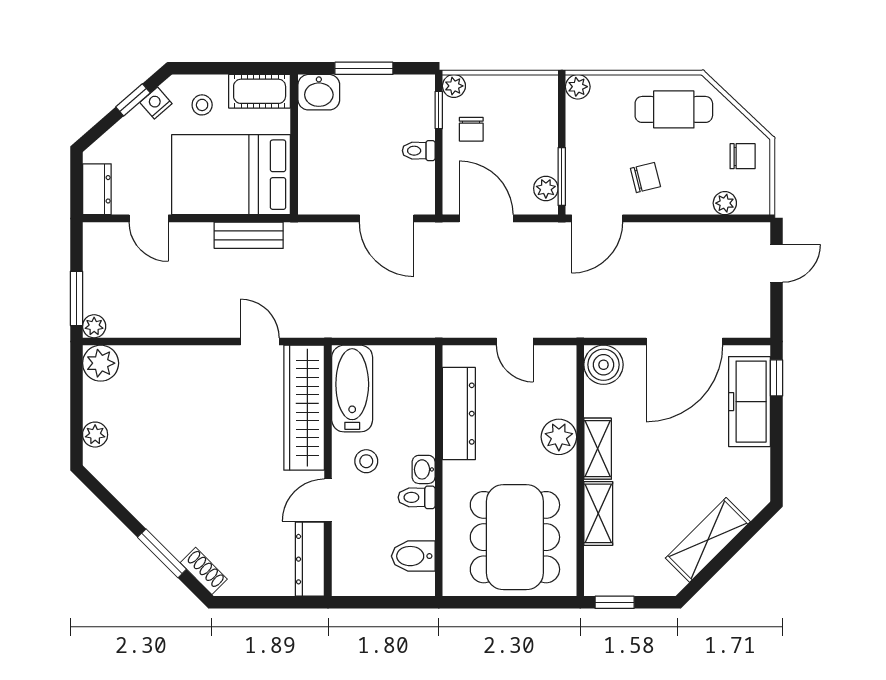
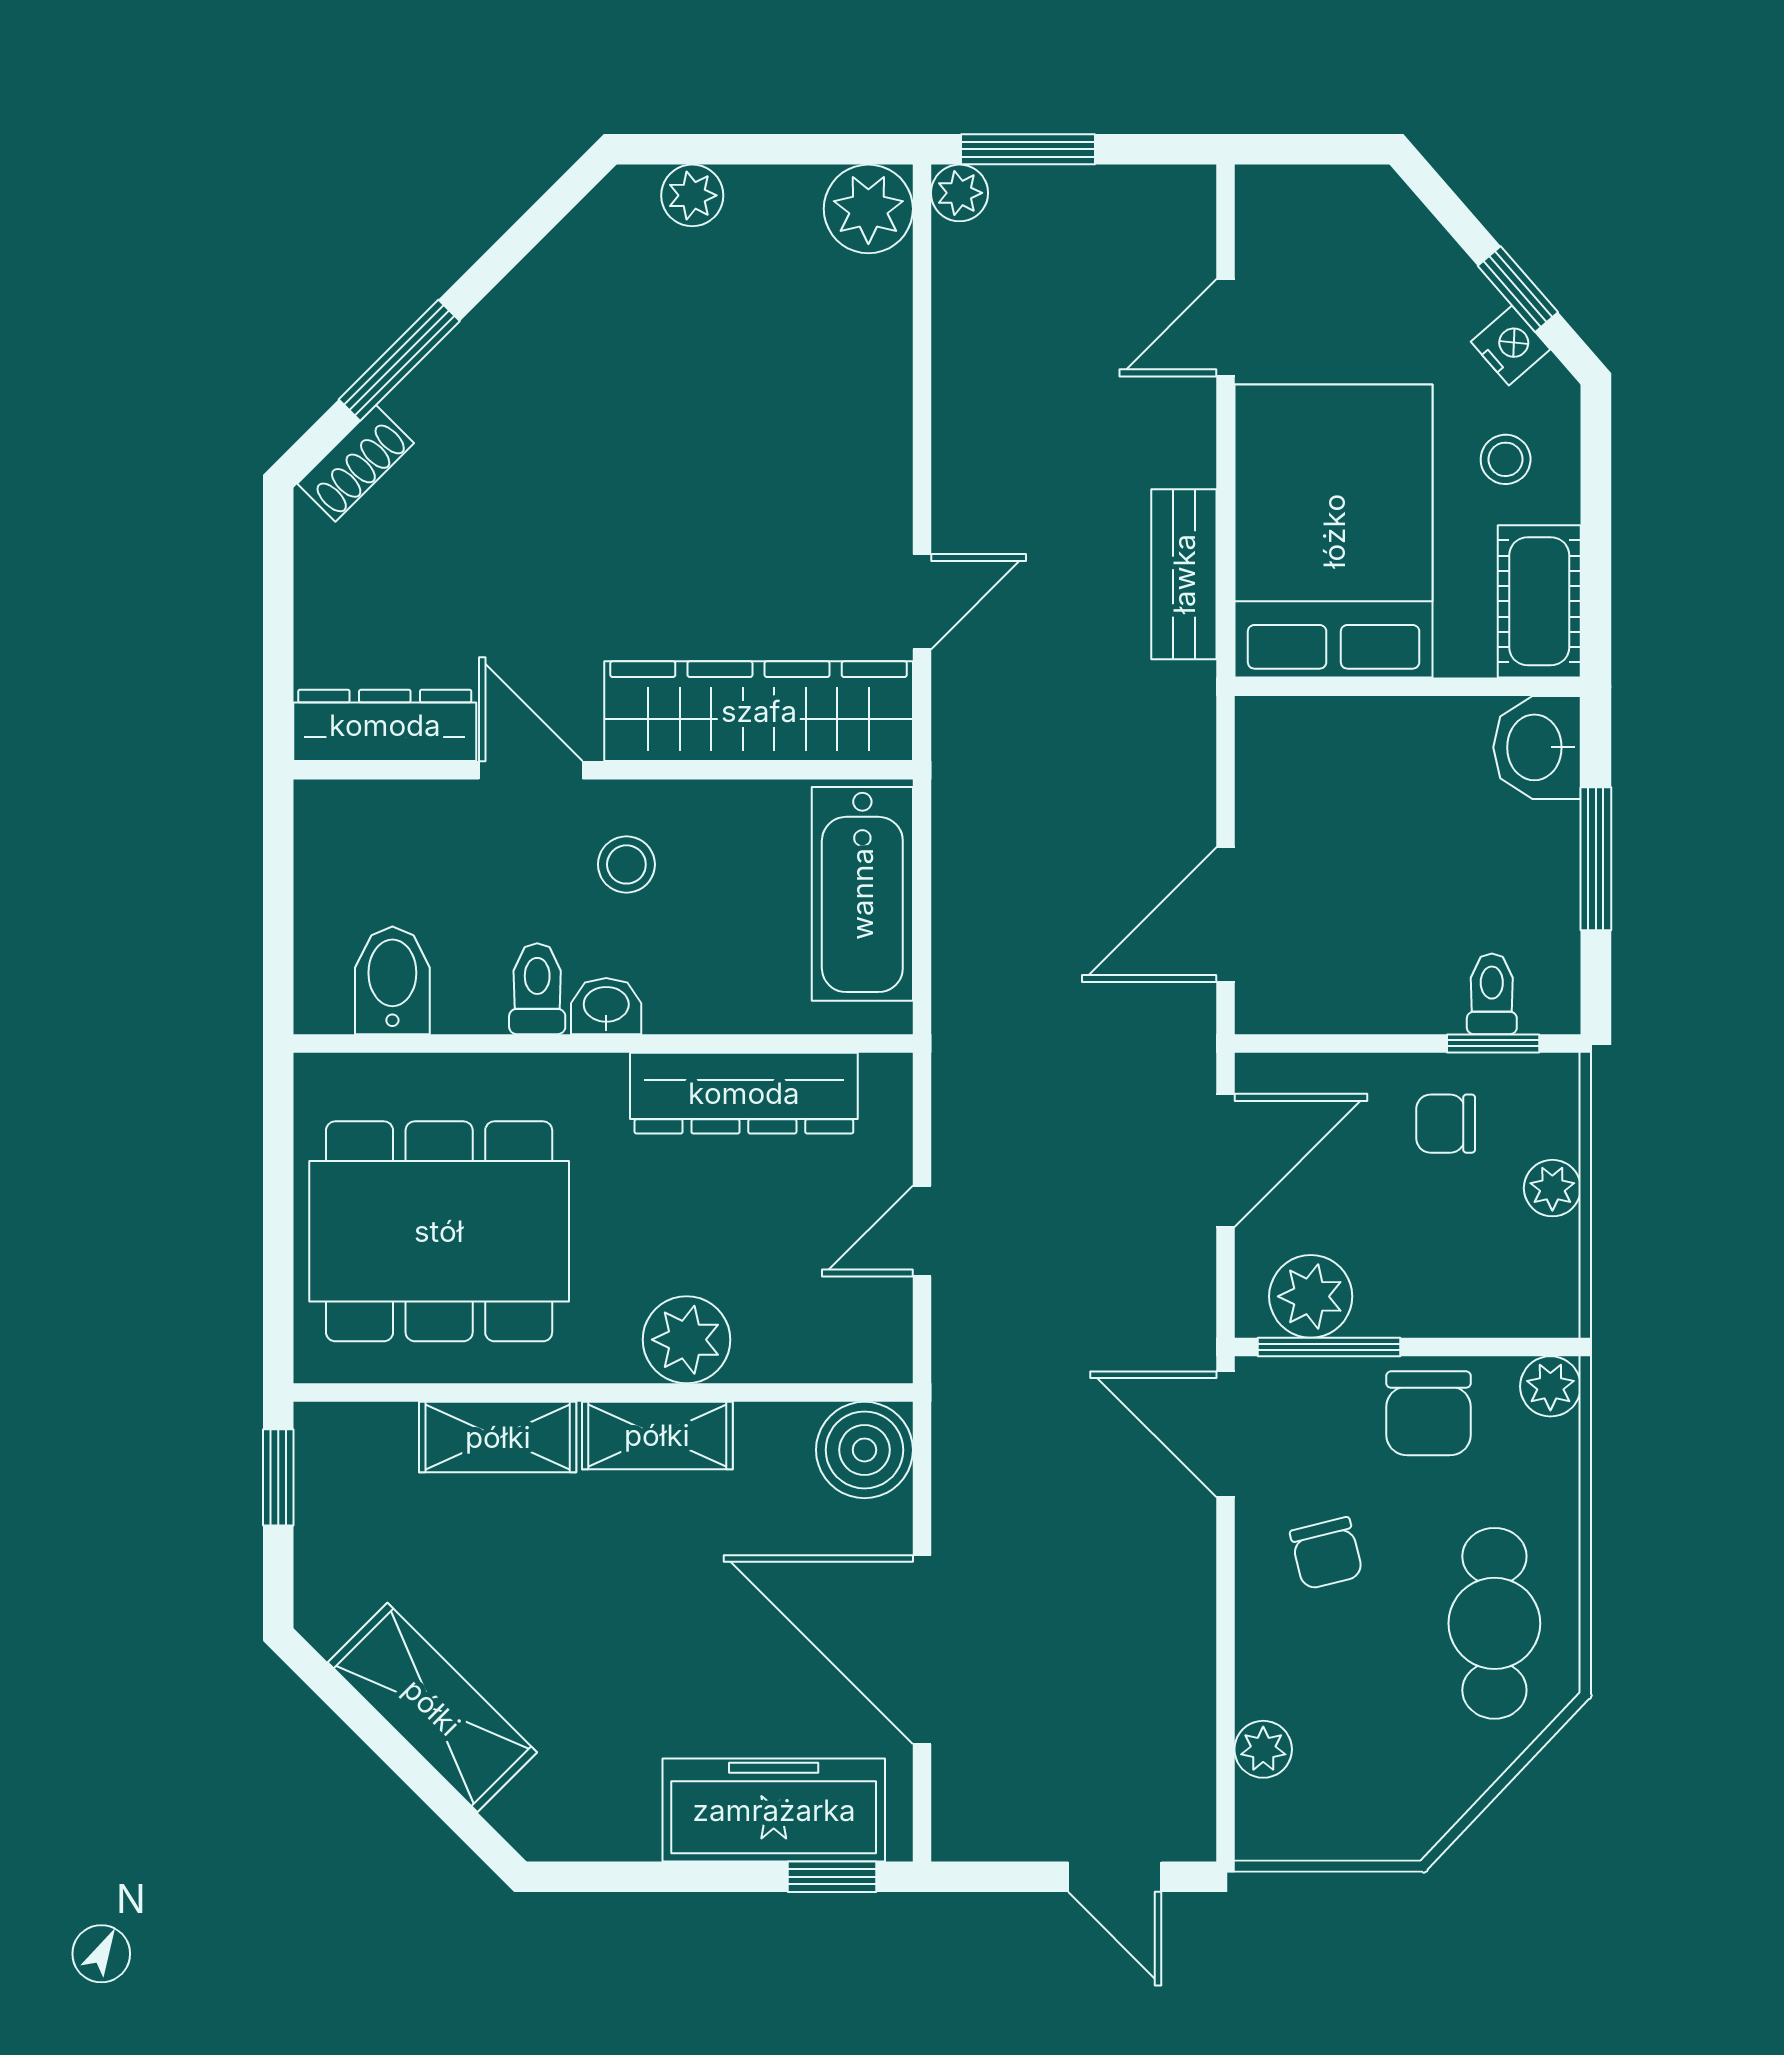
plant: (454, 86) -> (1552, 1188), moved
toilet: (419, 151) -> (1492, 994), moved
chair: (743, 156) -> (1428, 1413), moved, width x1.37, depth x1.37
plant: (546, 188) -> (1311, 1296), width x1.38, depth x1.38
dresser: (97, 189) -> (1297, 200), removed
bathtub: (352, 389) -> (862, 894), moved, turned 90

